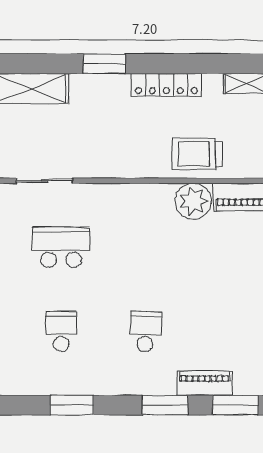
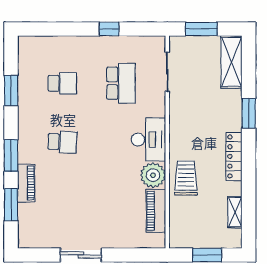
desk: (142, 208) -> (148, 140), added

